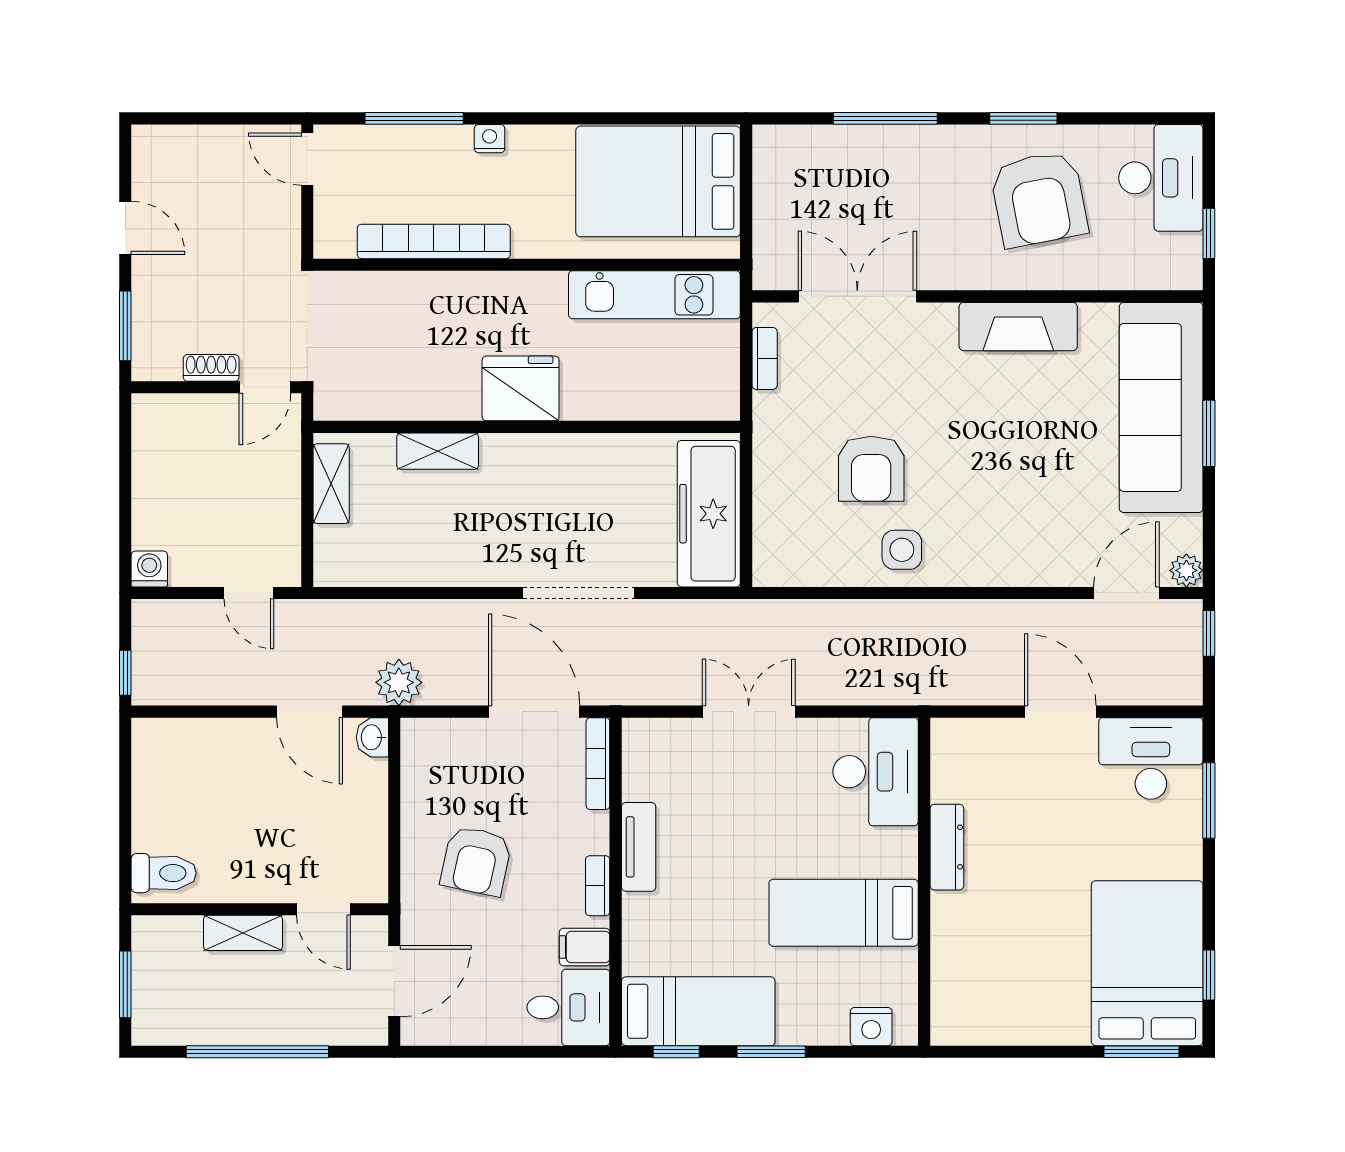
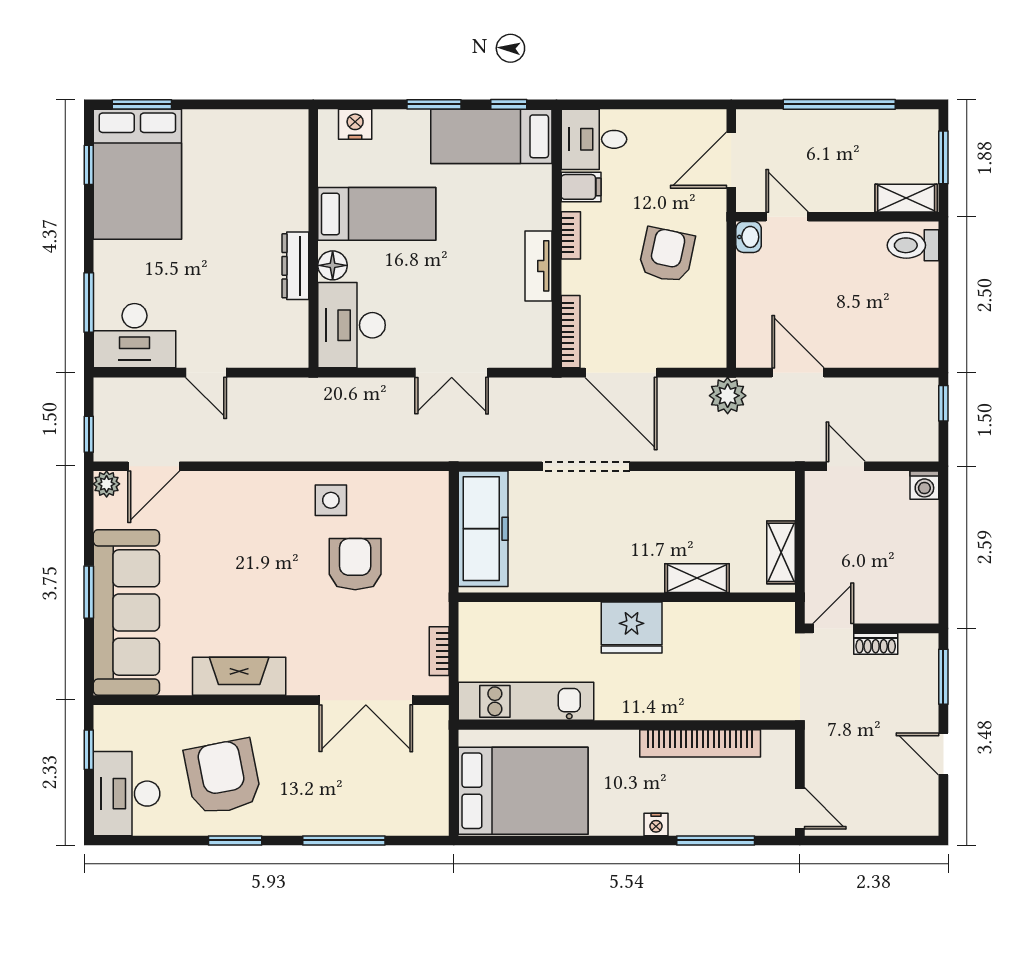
door: (1060, 712) -> (206, 373), width x0.73
washbasin: (372, 737) -> (749, 237), moved
floor lamp: (900, 848) -> (333, 265), added
shelving: (243, 933) -> (906, 198), moved

